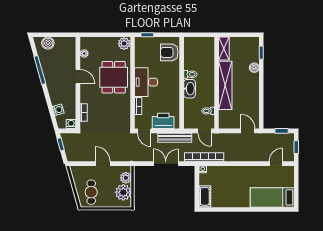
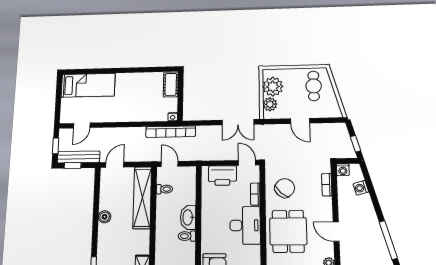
boiler: (254, 68) -> (105, 217), moved
shelving: (225, 85) -> (142, 198), moved
chair: (116, 110) -> (285, 188), added
door: (248, 131) -> (115, 165), swing flipped
bench: (175, 138) -> (79, 157), moved
double door: (166, 164) -> (238, 122), moved

